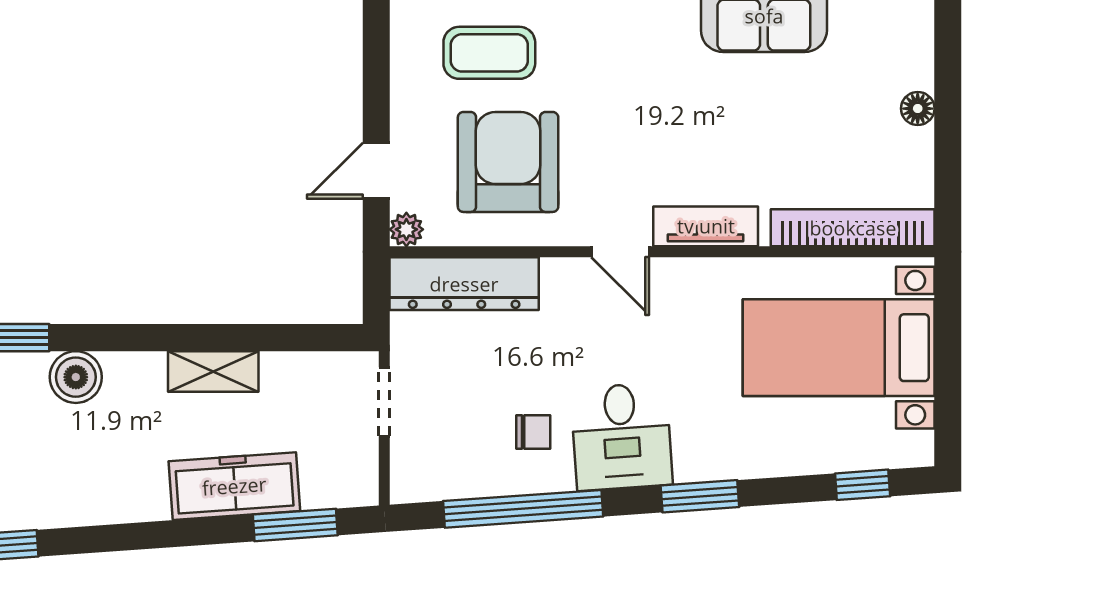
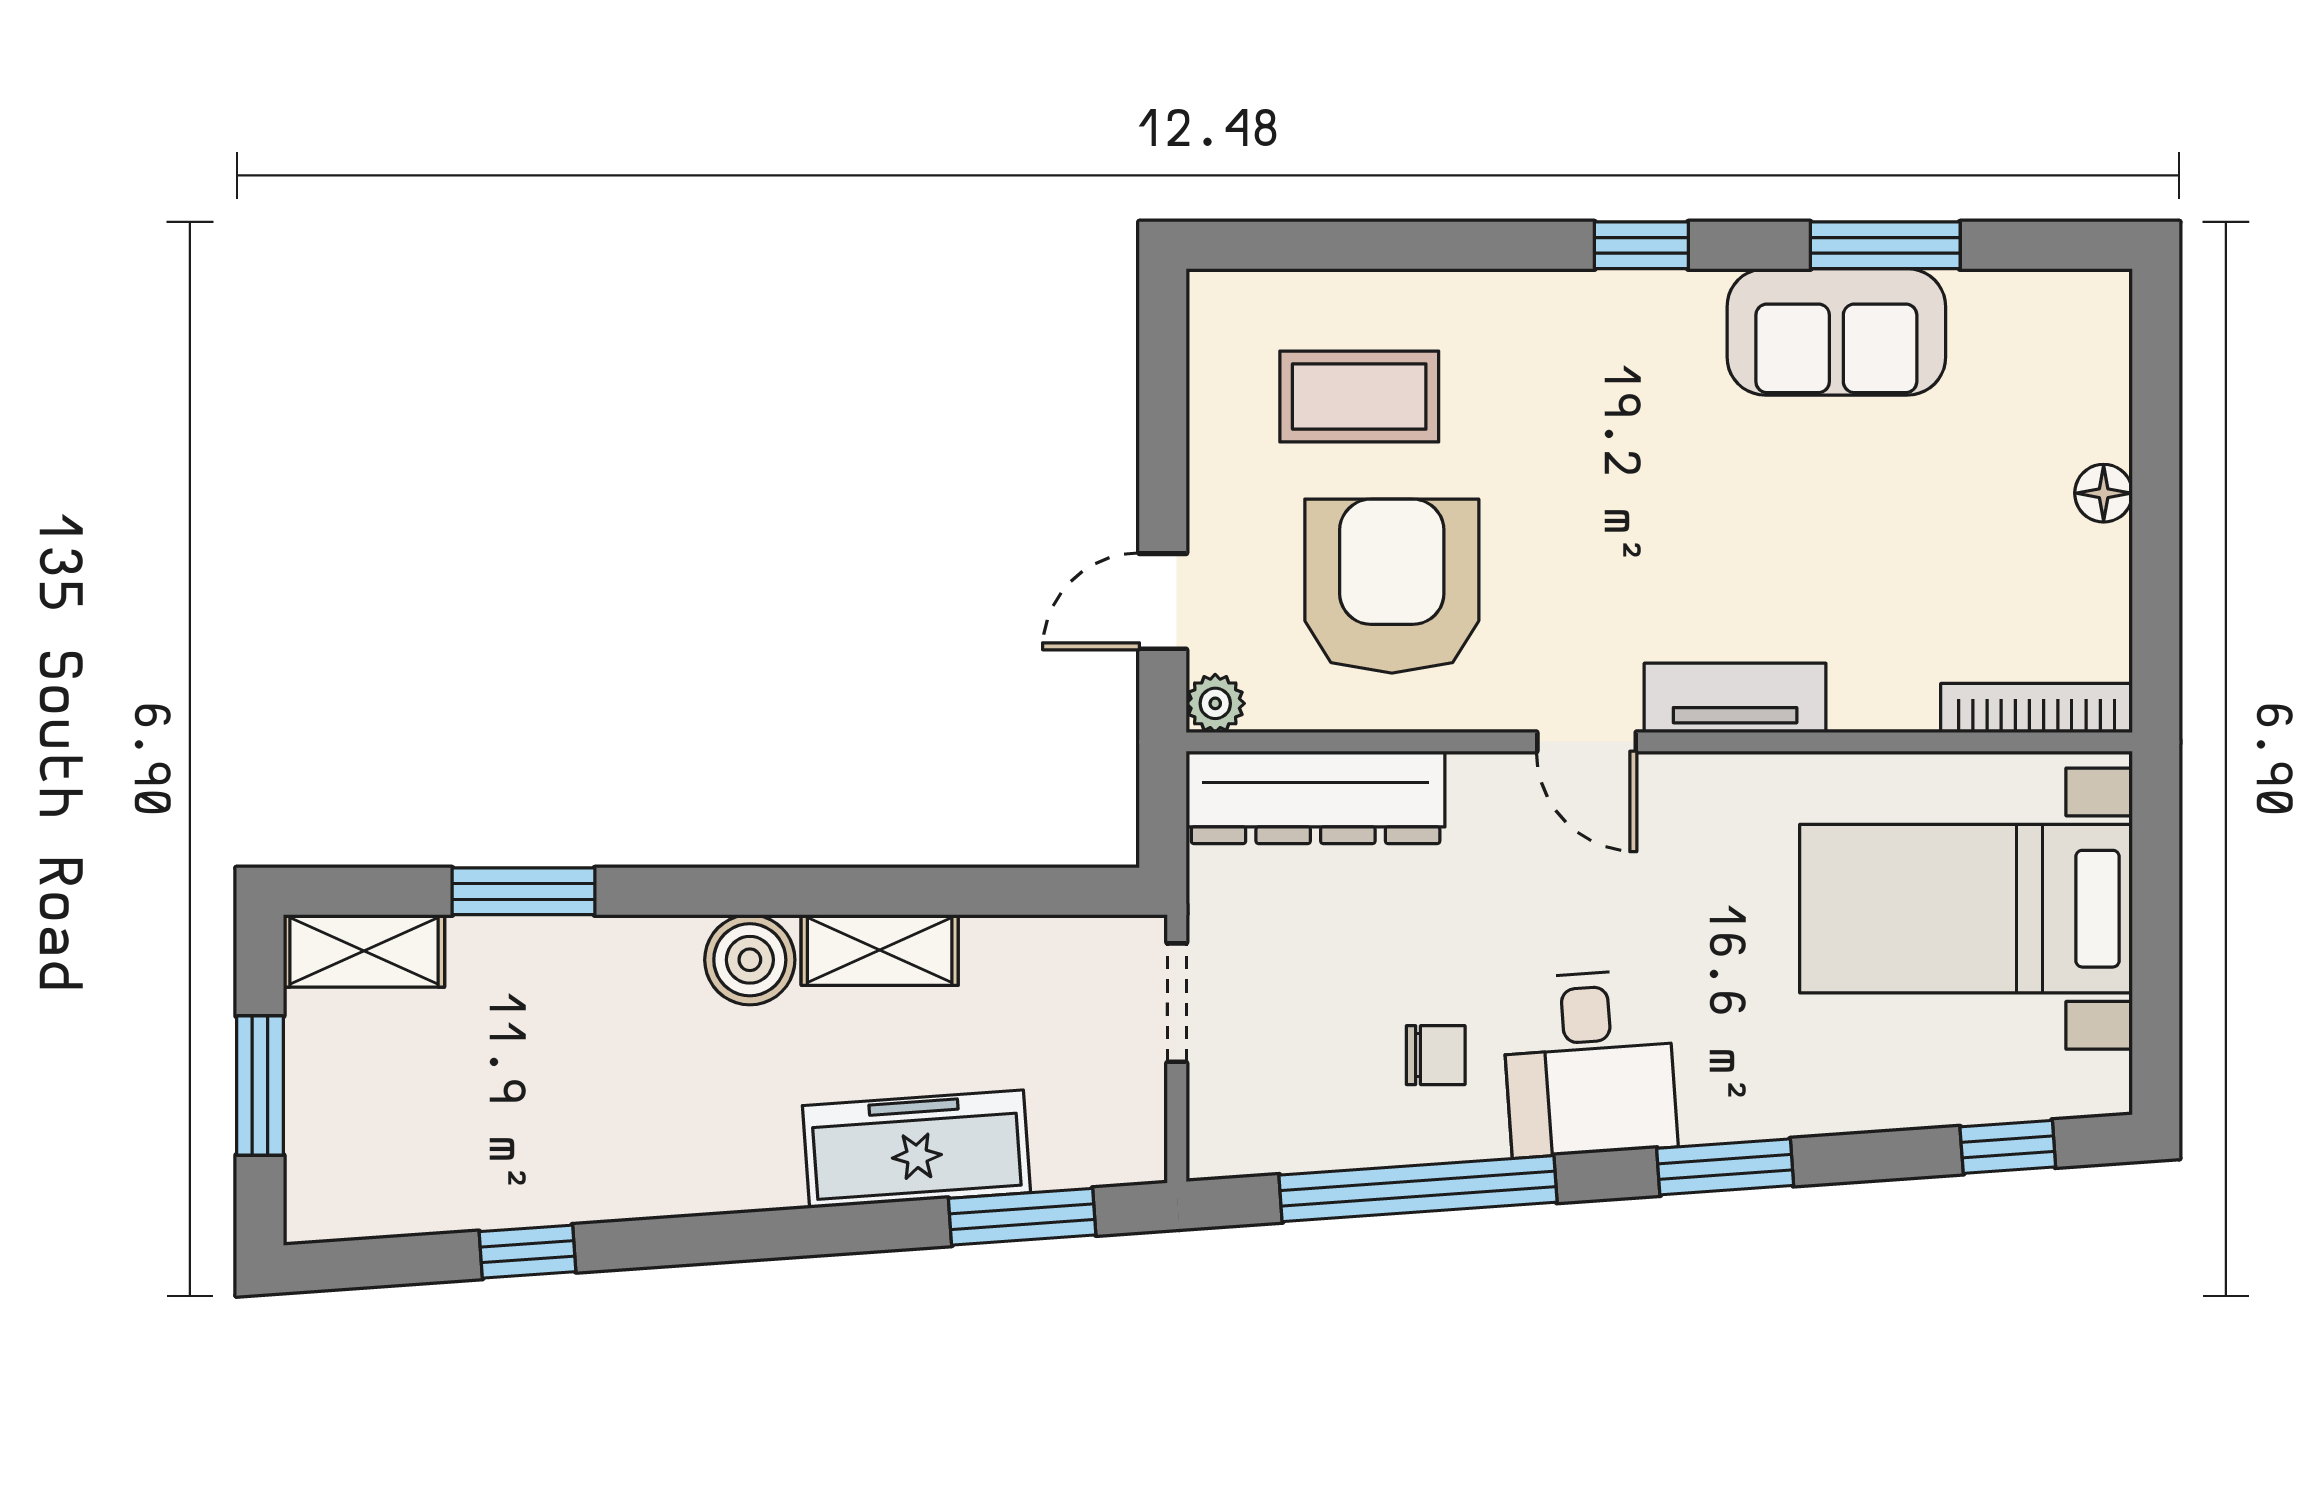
bookcase: (853, 228) -> (2037, 708), width x0.68, depth x0.76
boiler: (76, 377) -> (750, 960), moved

